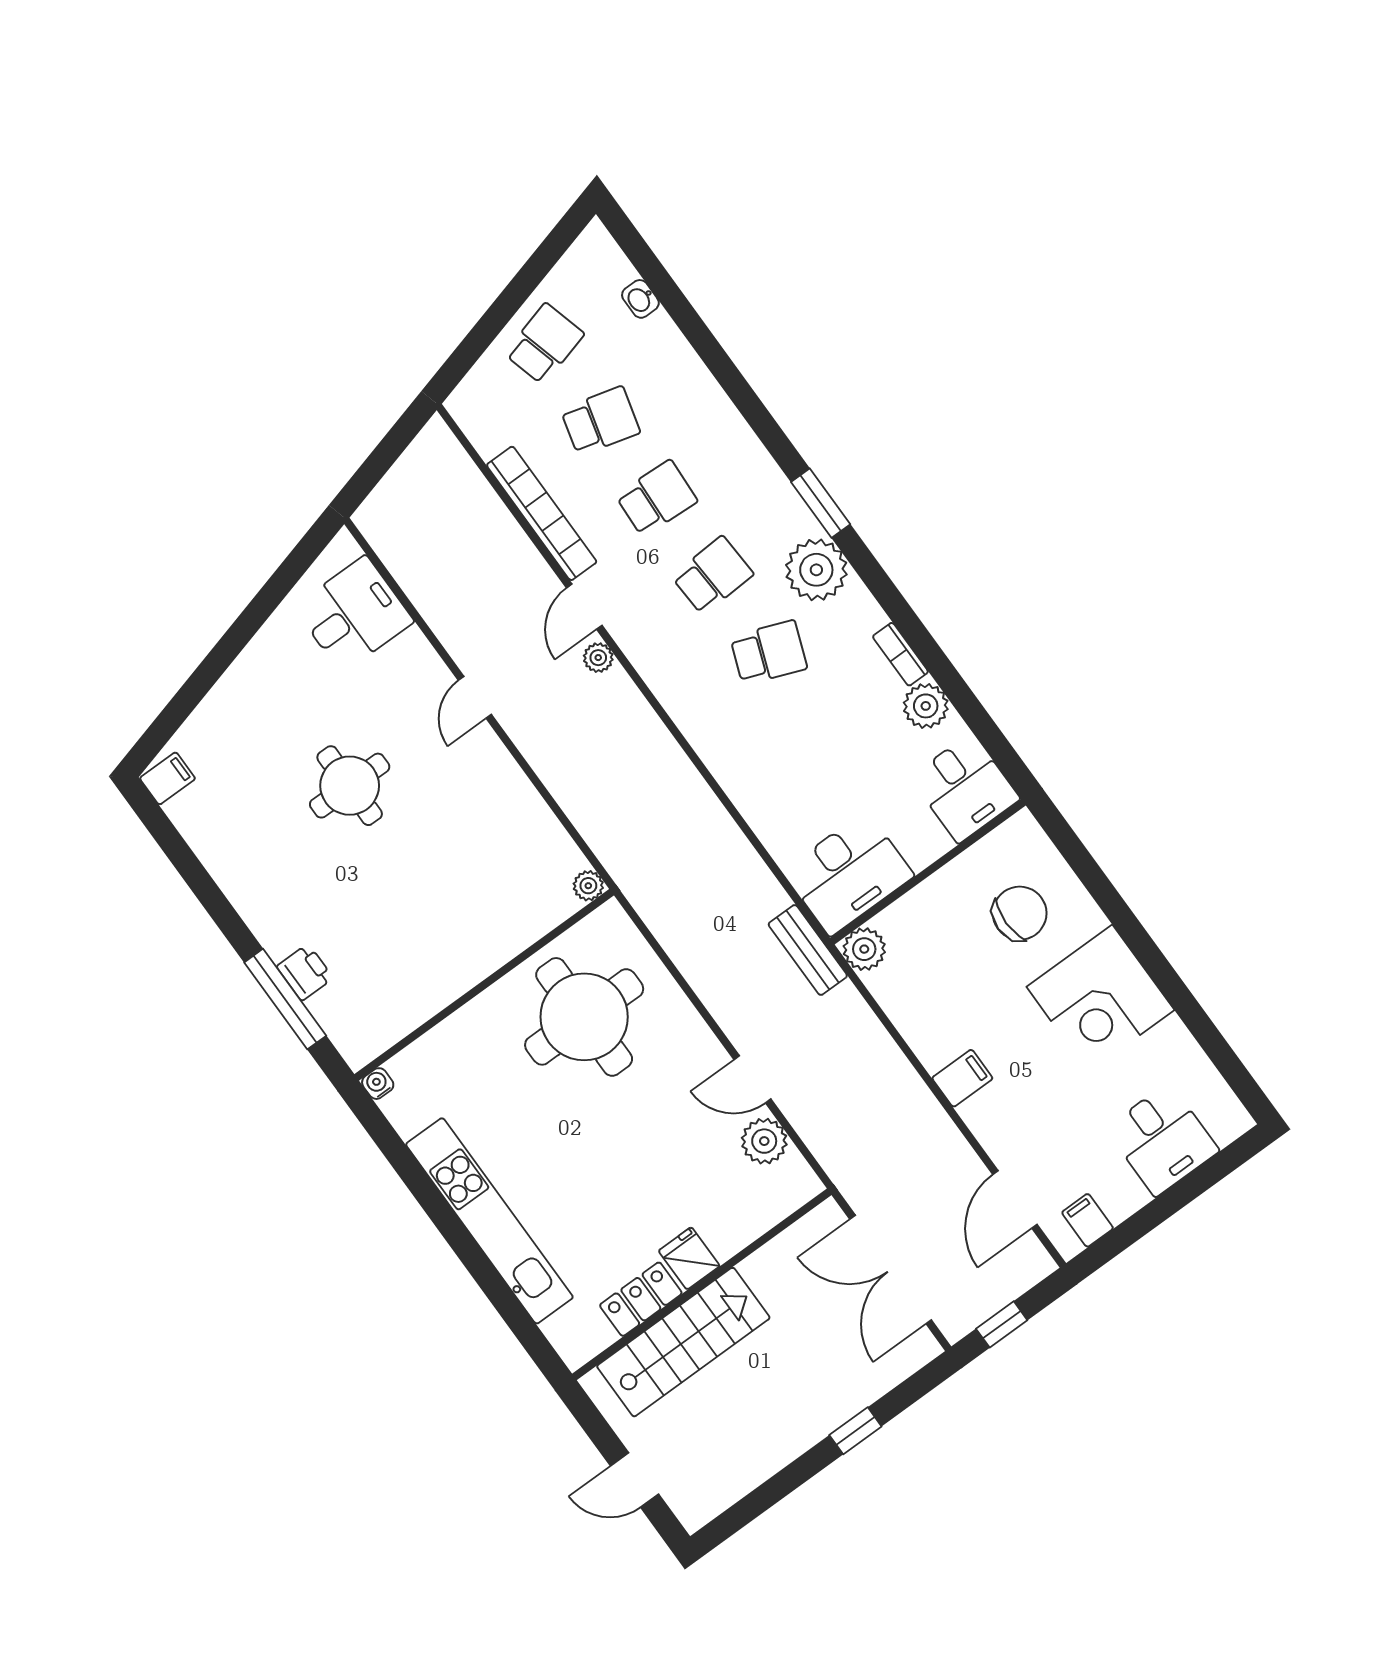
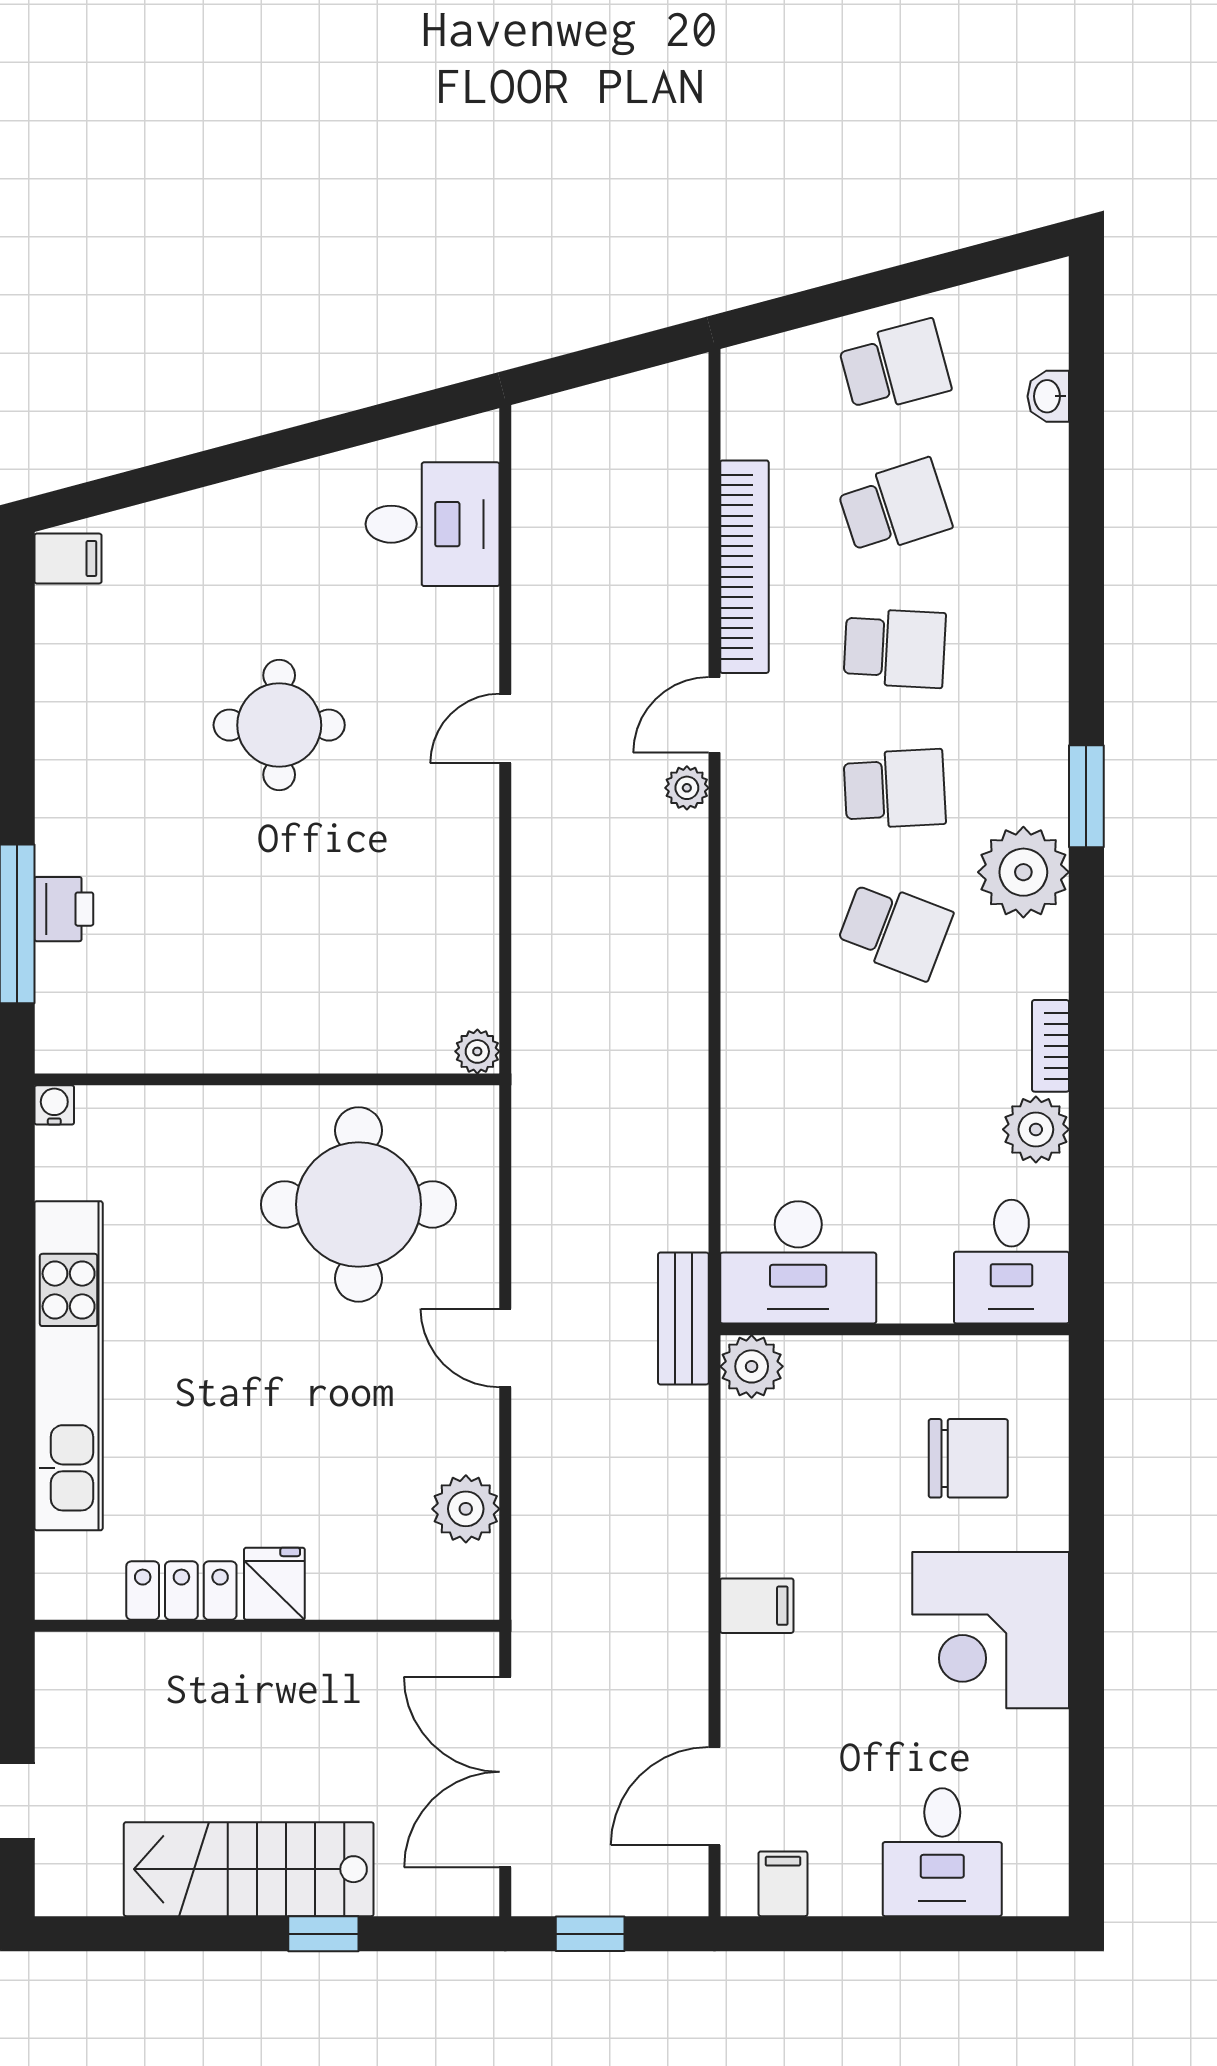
school desk: (600, 421) -> (895, 507), turned -33
door: (753, 1079) -> (505, 1348), moved
stairs: (683, 1342) -> (249, 1869), moved, turned 180

